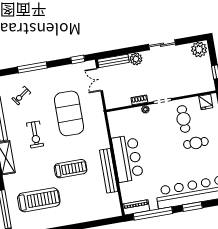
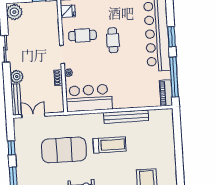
window: (78, 59) -> (11, 148), moved
double door: (100, 79) -> (33, 115), swing flipped
cafe table: (196, 143) -> (113, 40), moved
bar counter: (127, 158) -> (89, 98), moved
treadmill: (71, 169) -> (110, 145), moved, turned 90

